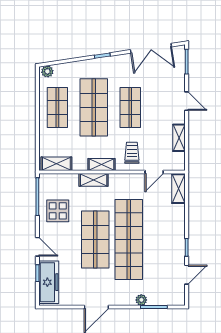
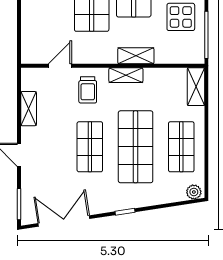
shelving: (56, 164) -> (196, 87), moved, turned 90
shelving: (178, 189) -> (29, 45), removed

